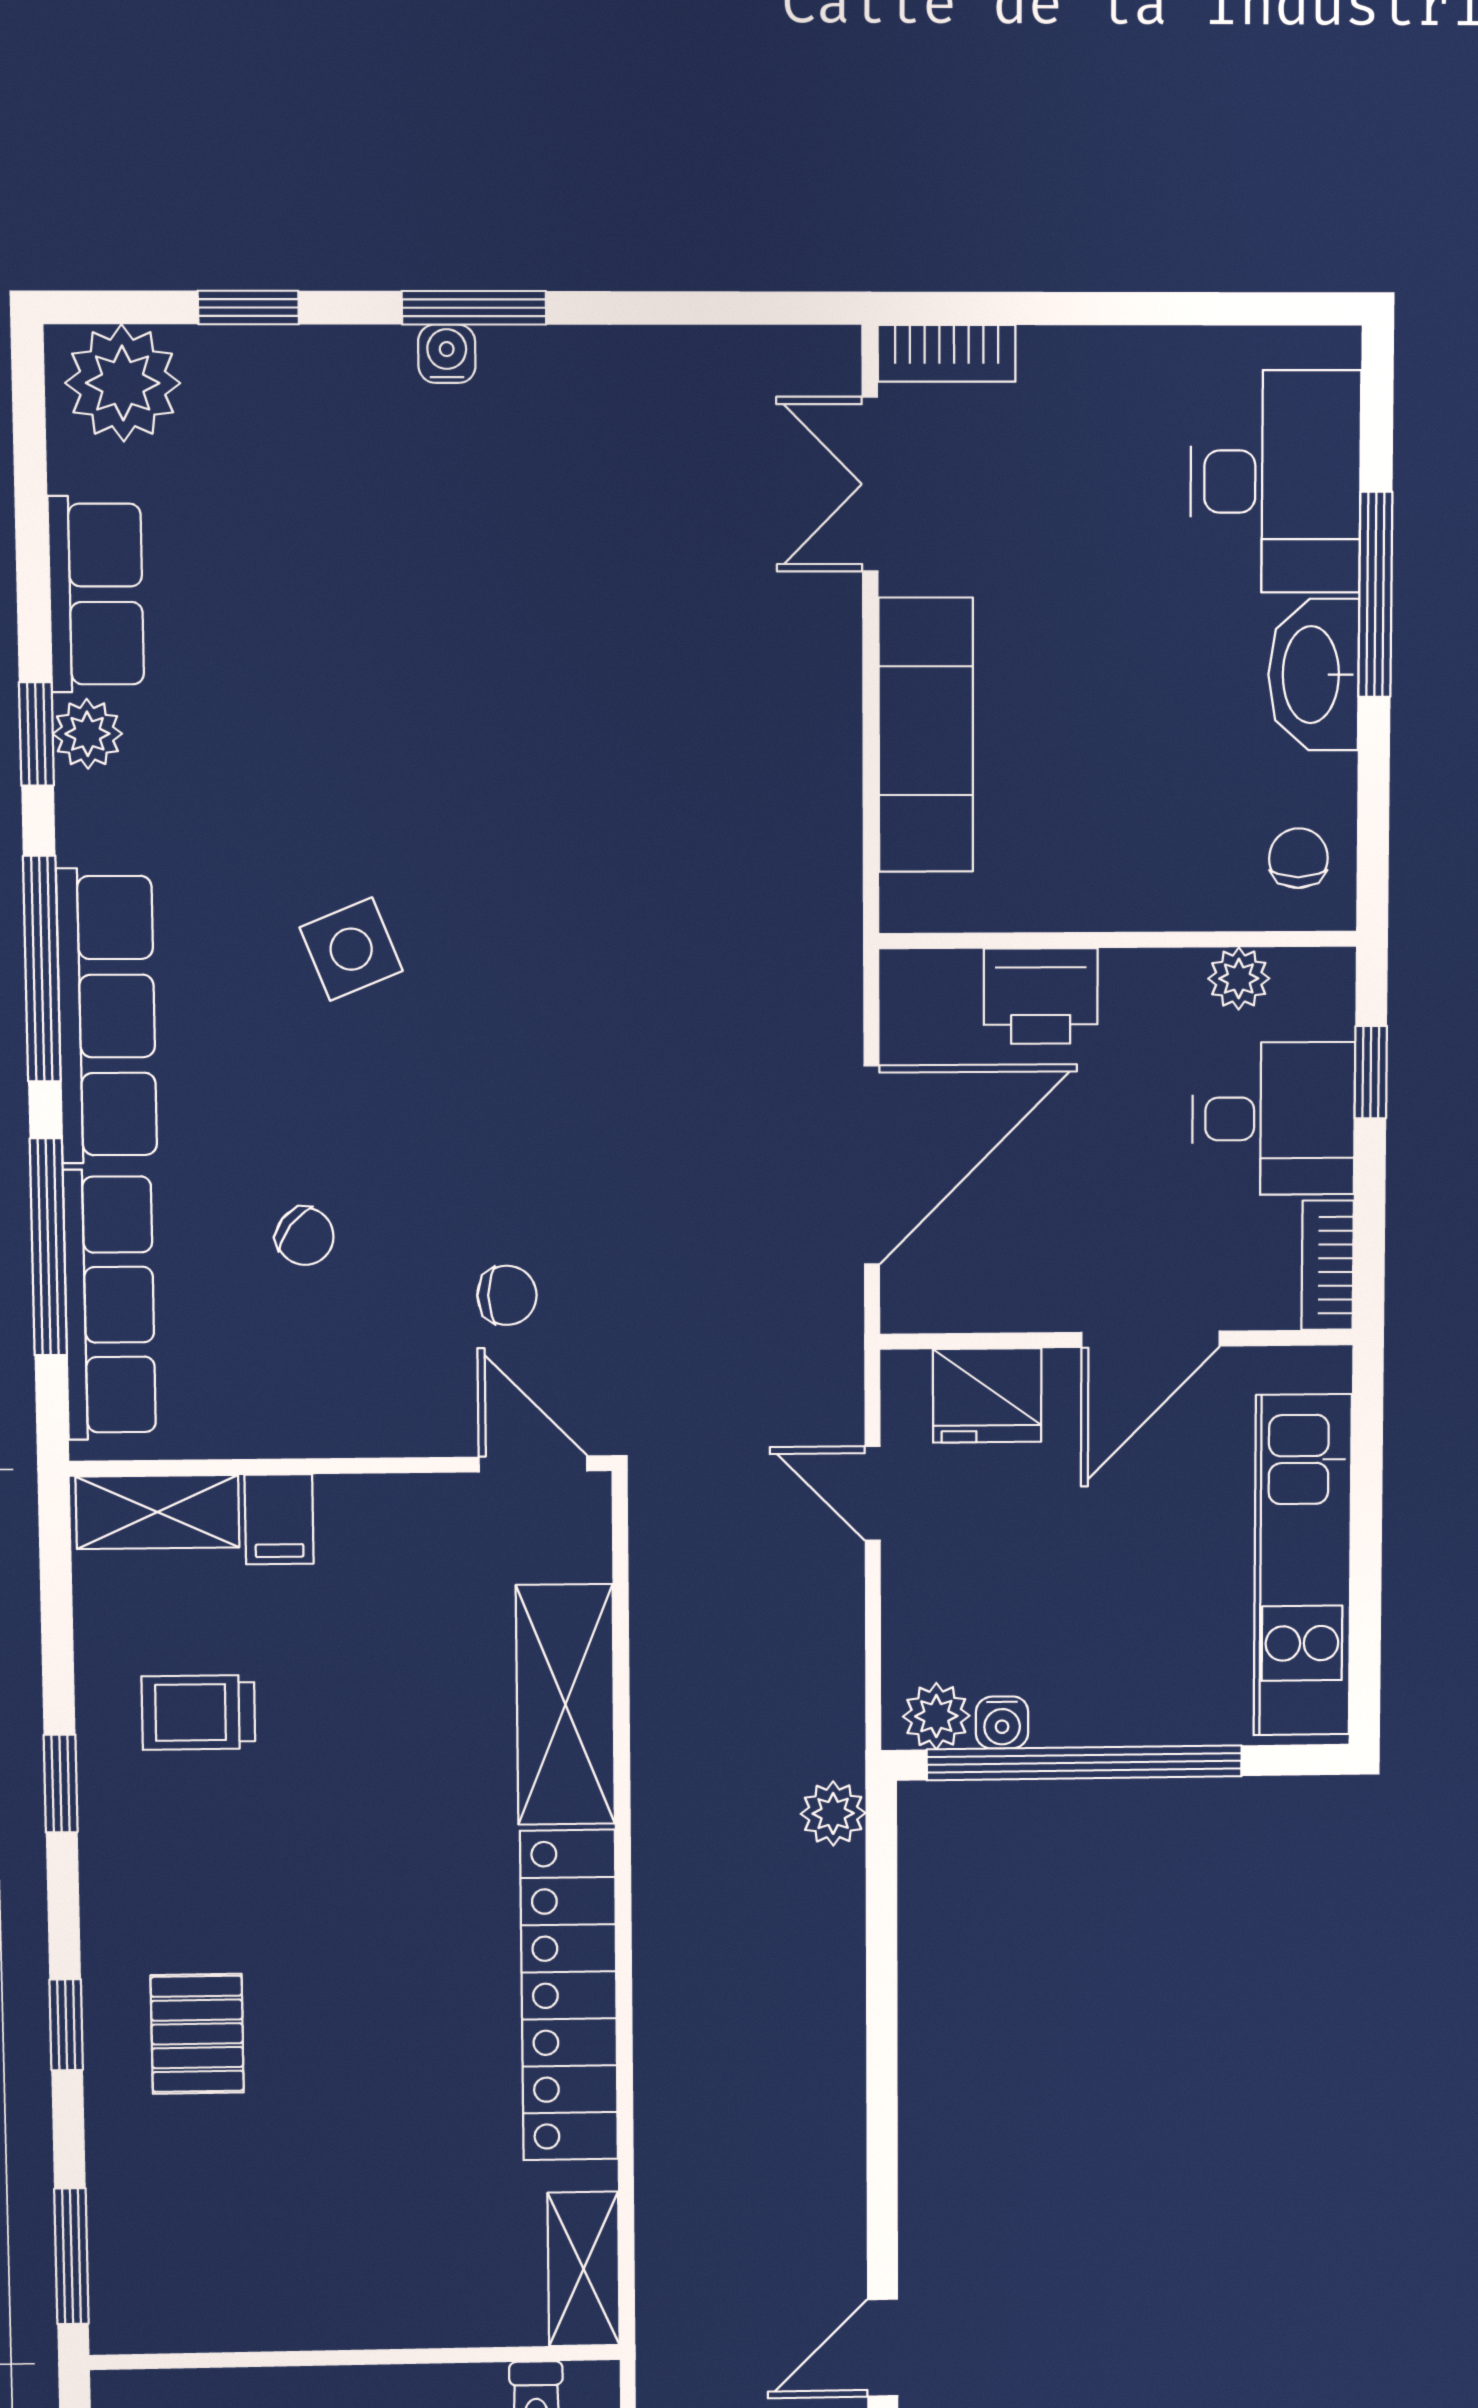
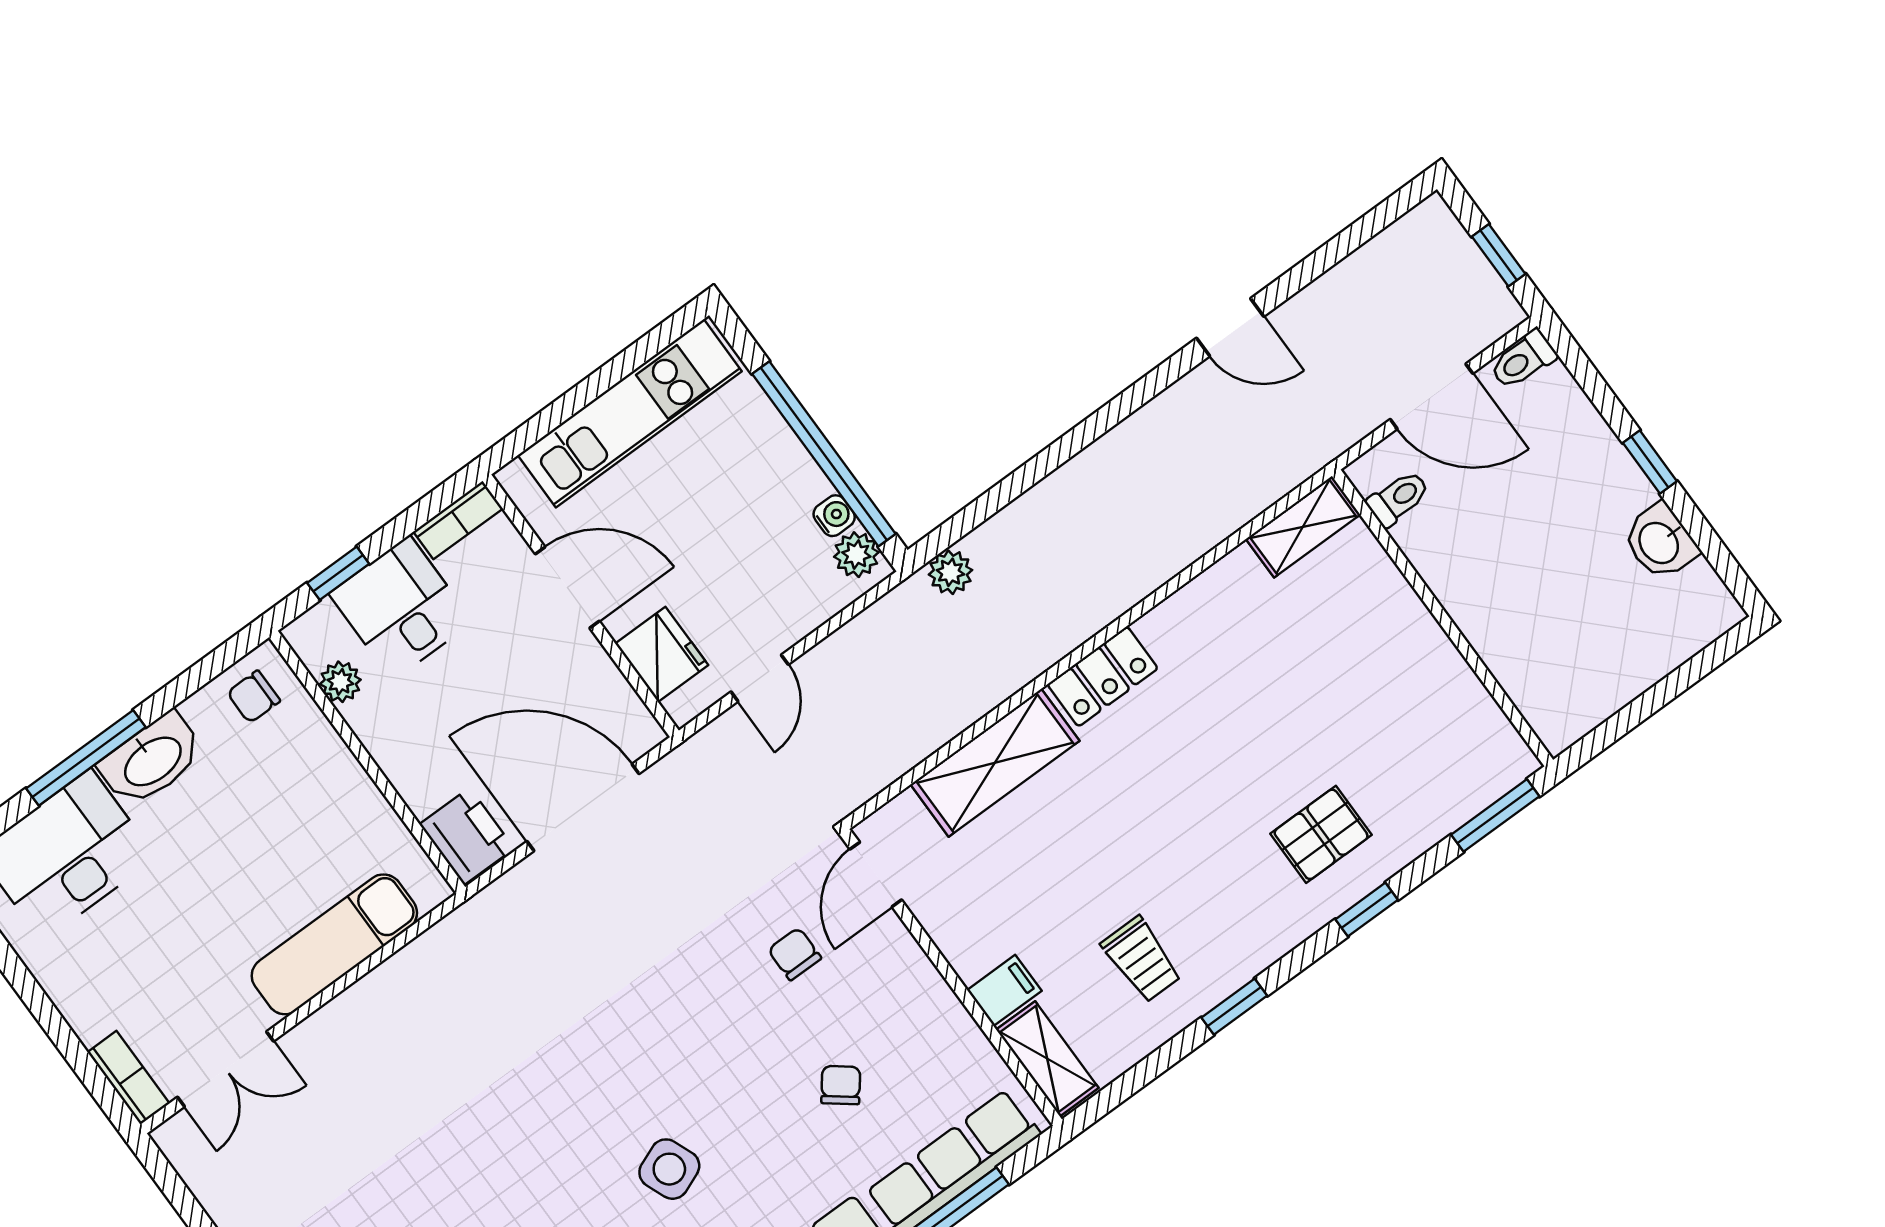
printer: (1041, 996) -> (467, 836), moved
locker: (569, 1995) -> (1103, 676), width x0.46, depth x0.83

